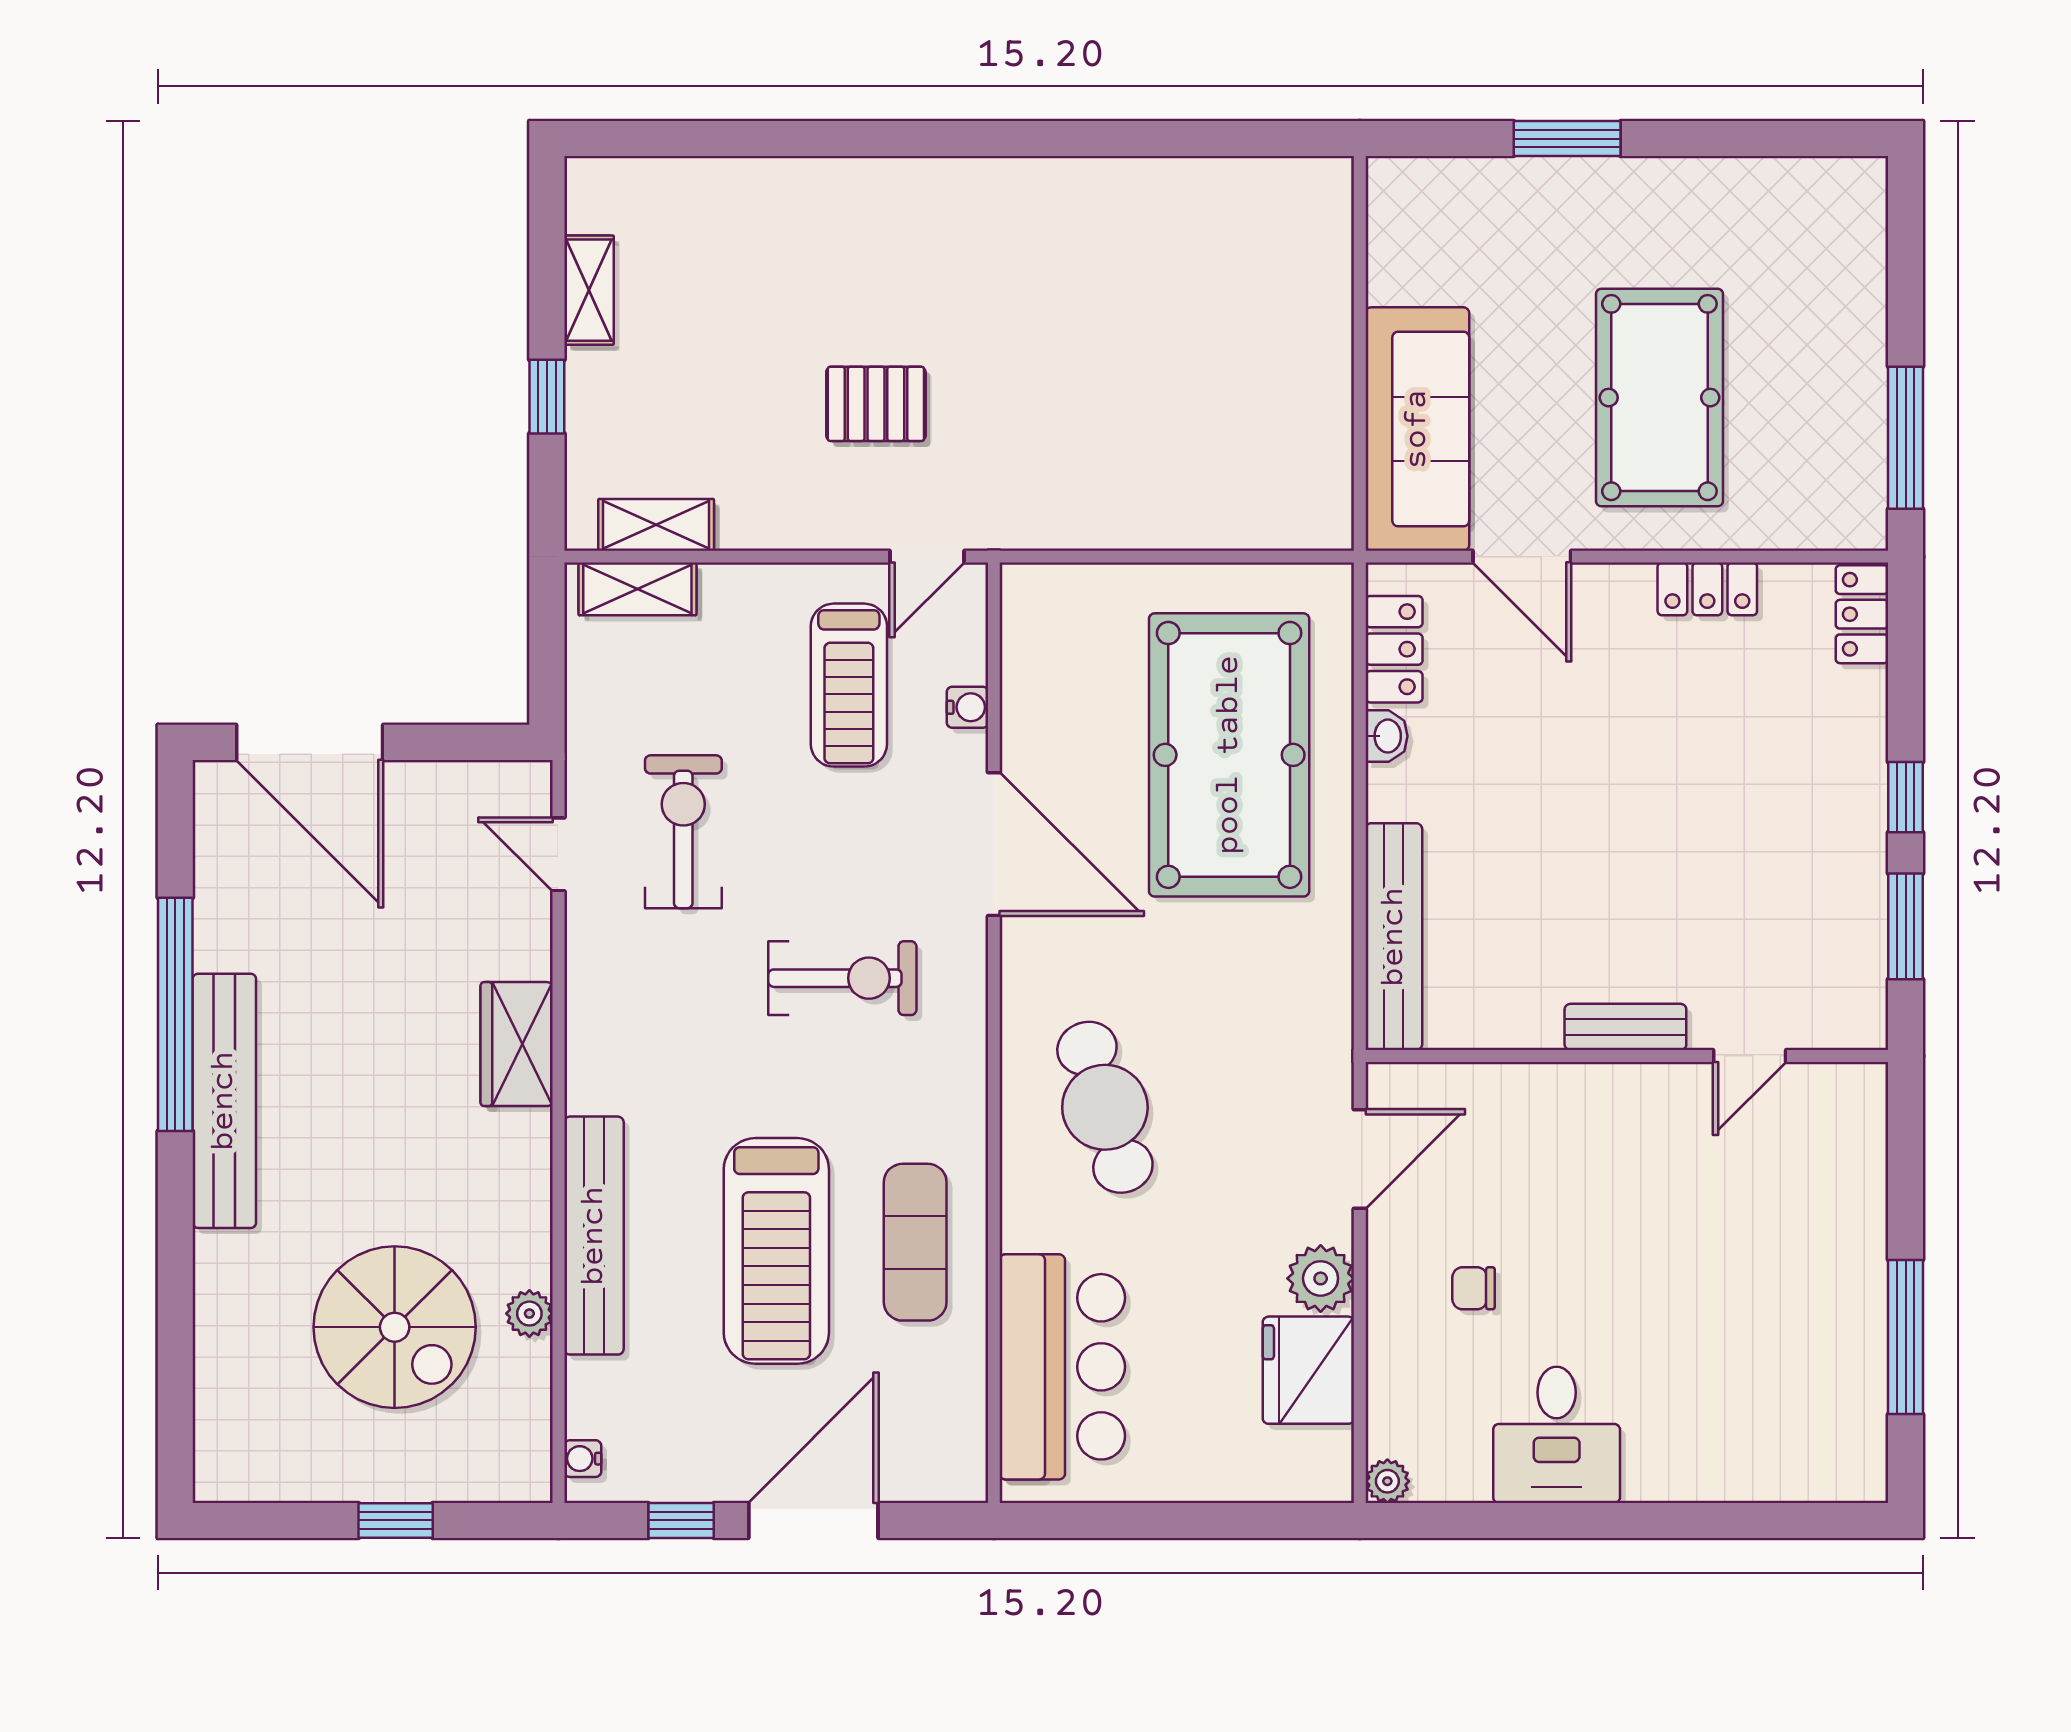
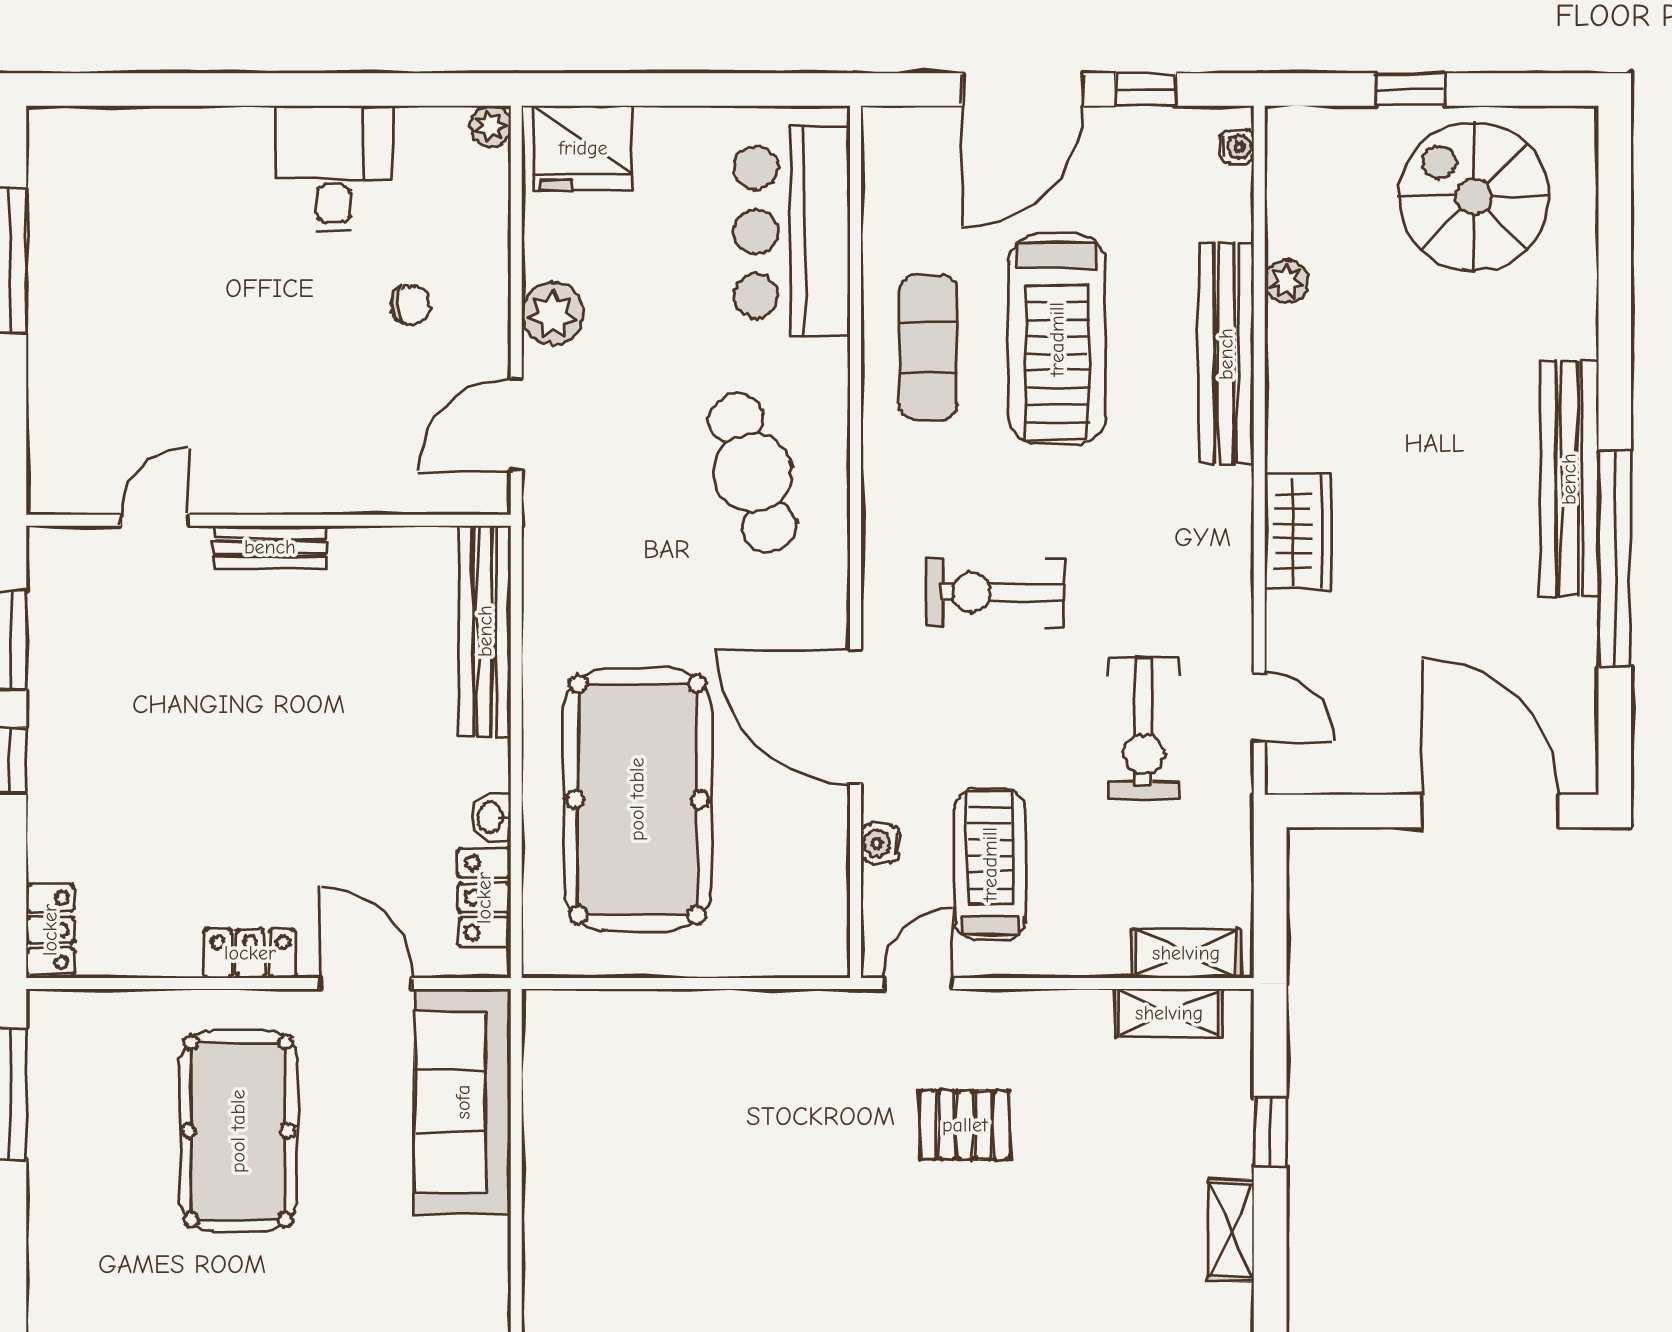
locker: (1707, 589) -> (250, 953), moved
treadmill: (776, 1251) -> (1057, 339), turned 180
spiral stairs: (395, 1327) -> (1474, 197), moved
fridge: (1308, 1370) -> (583, 148), moved, turned 90

